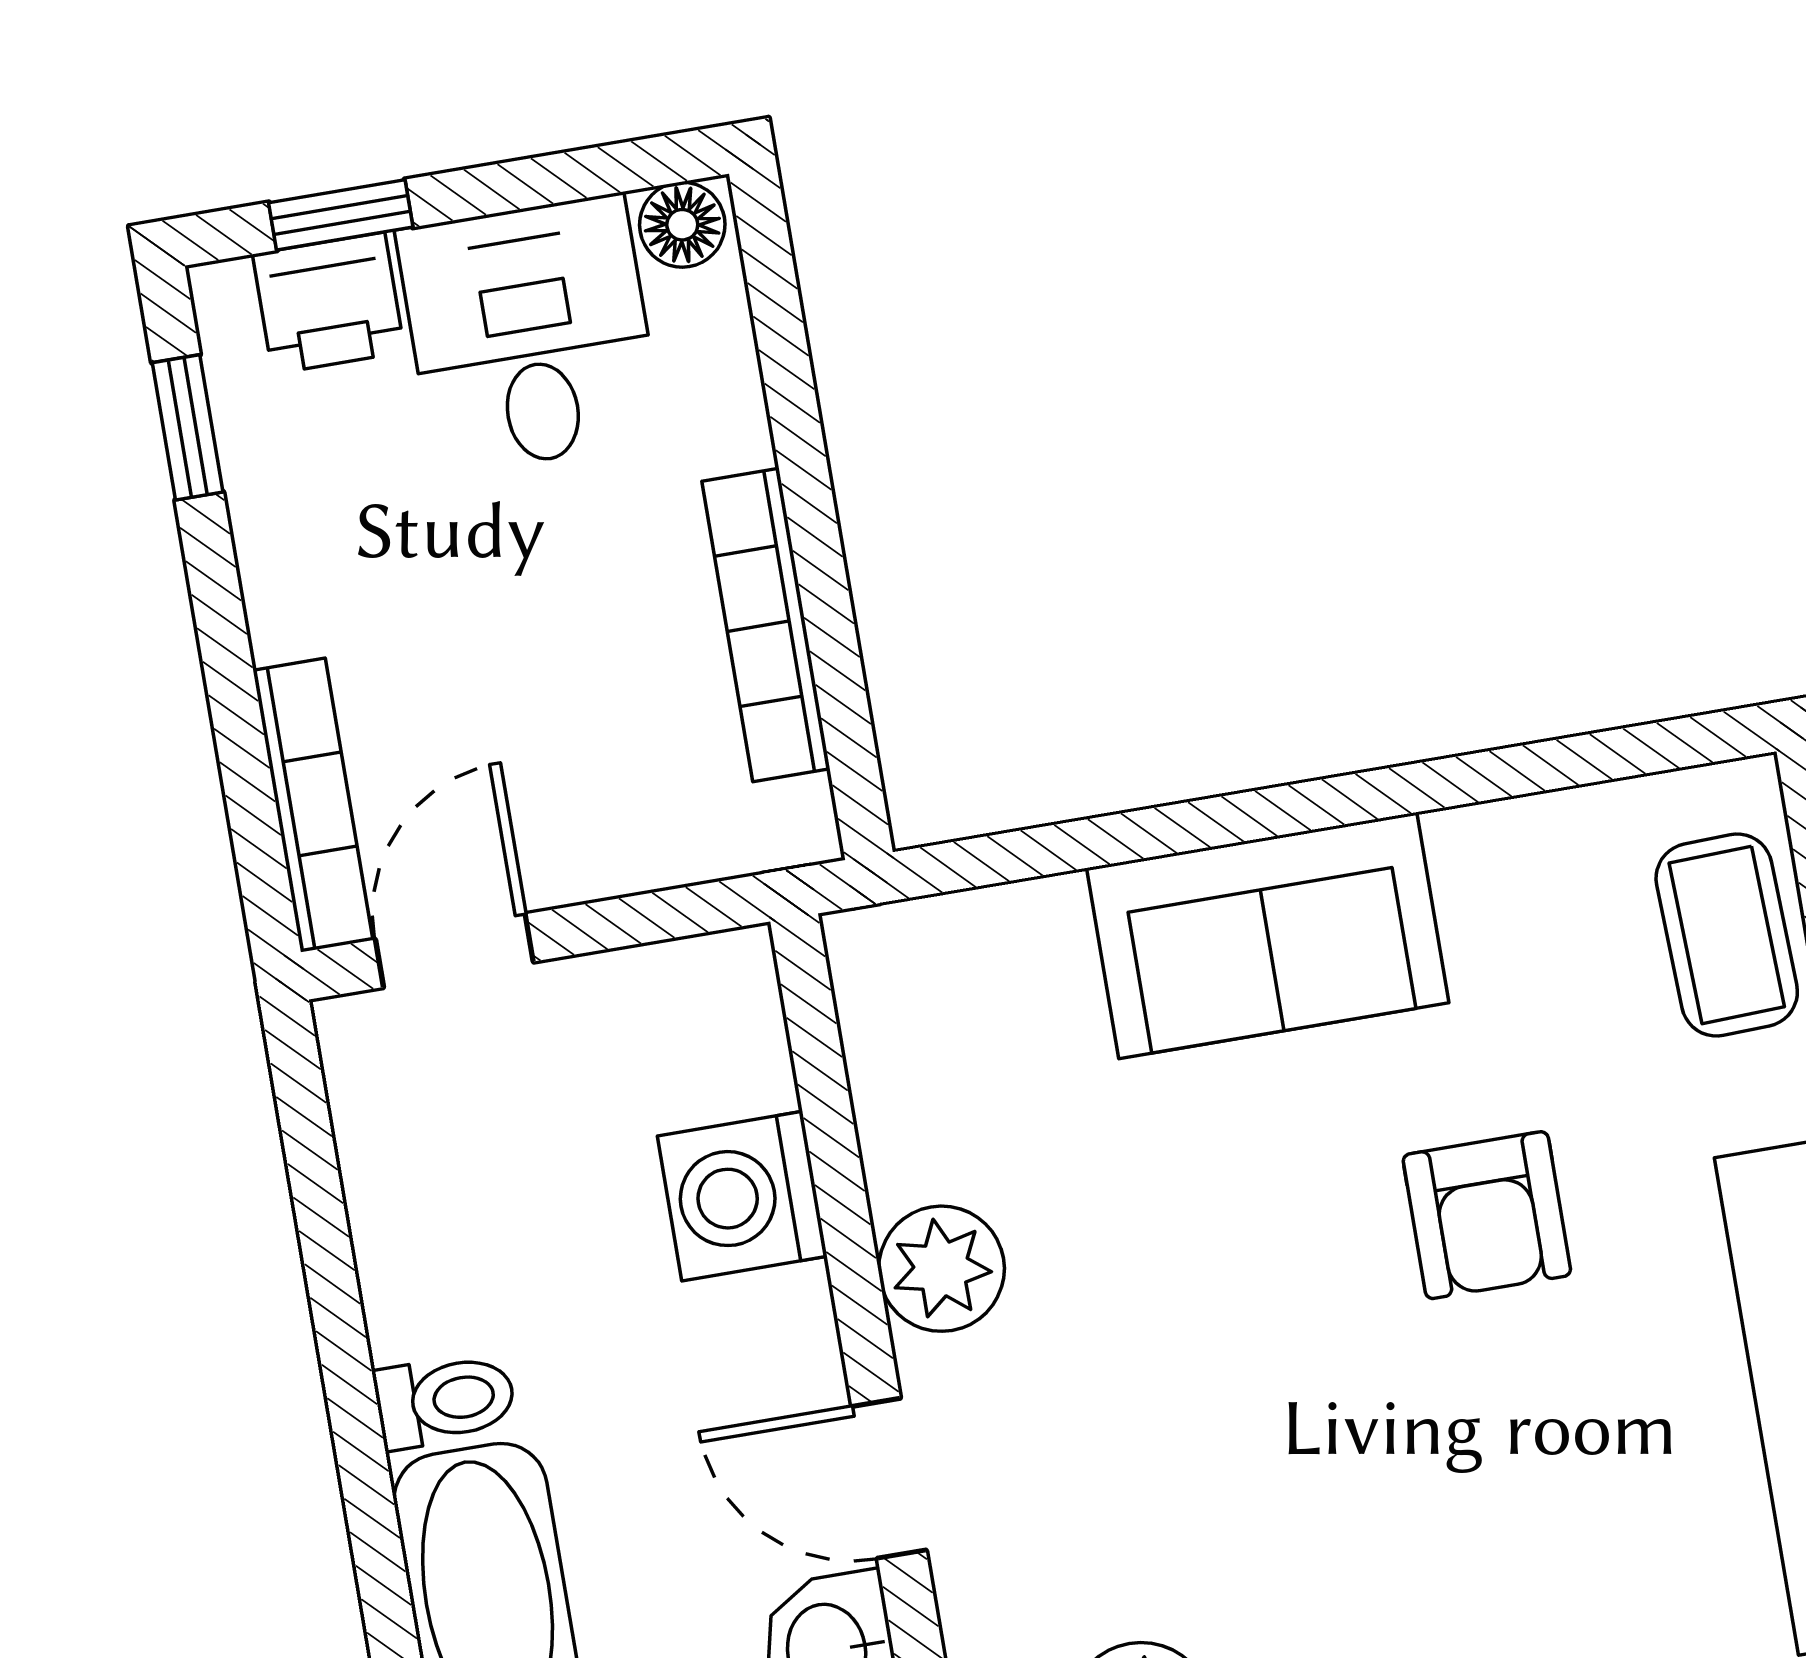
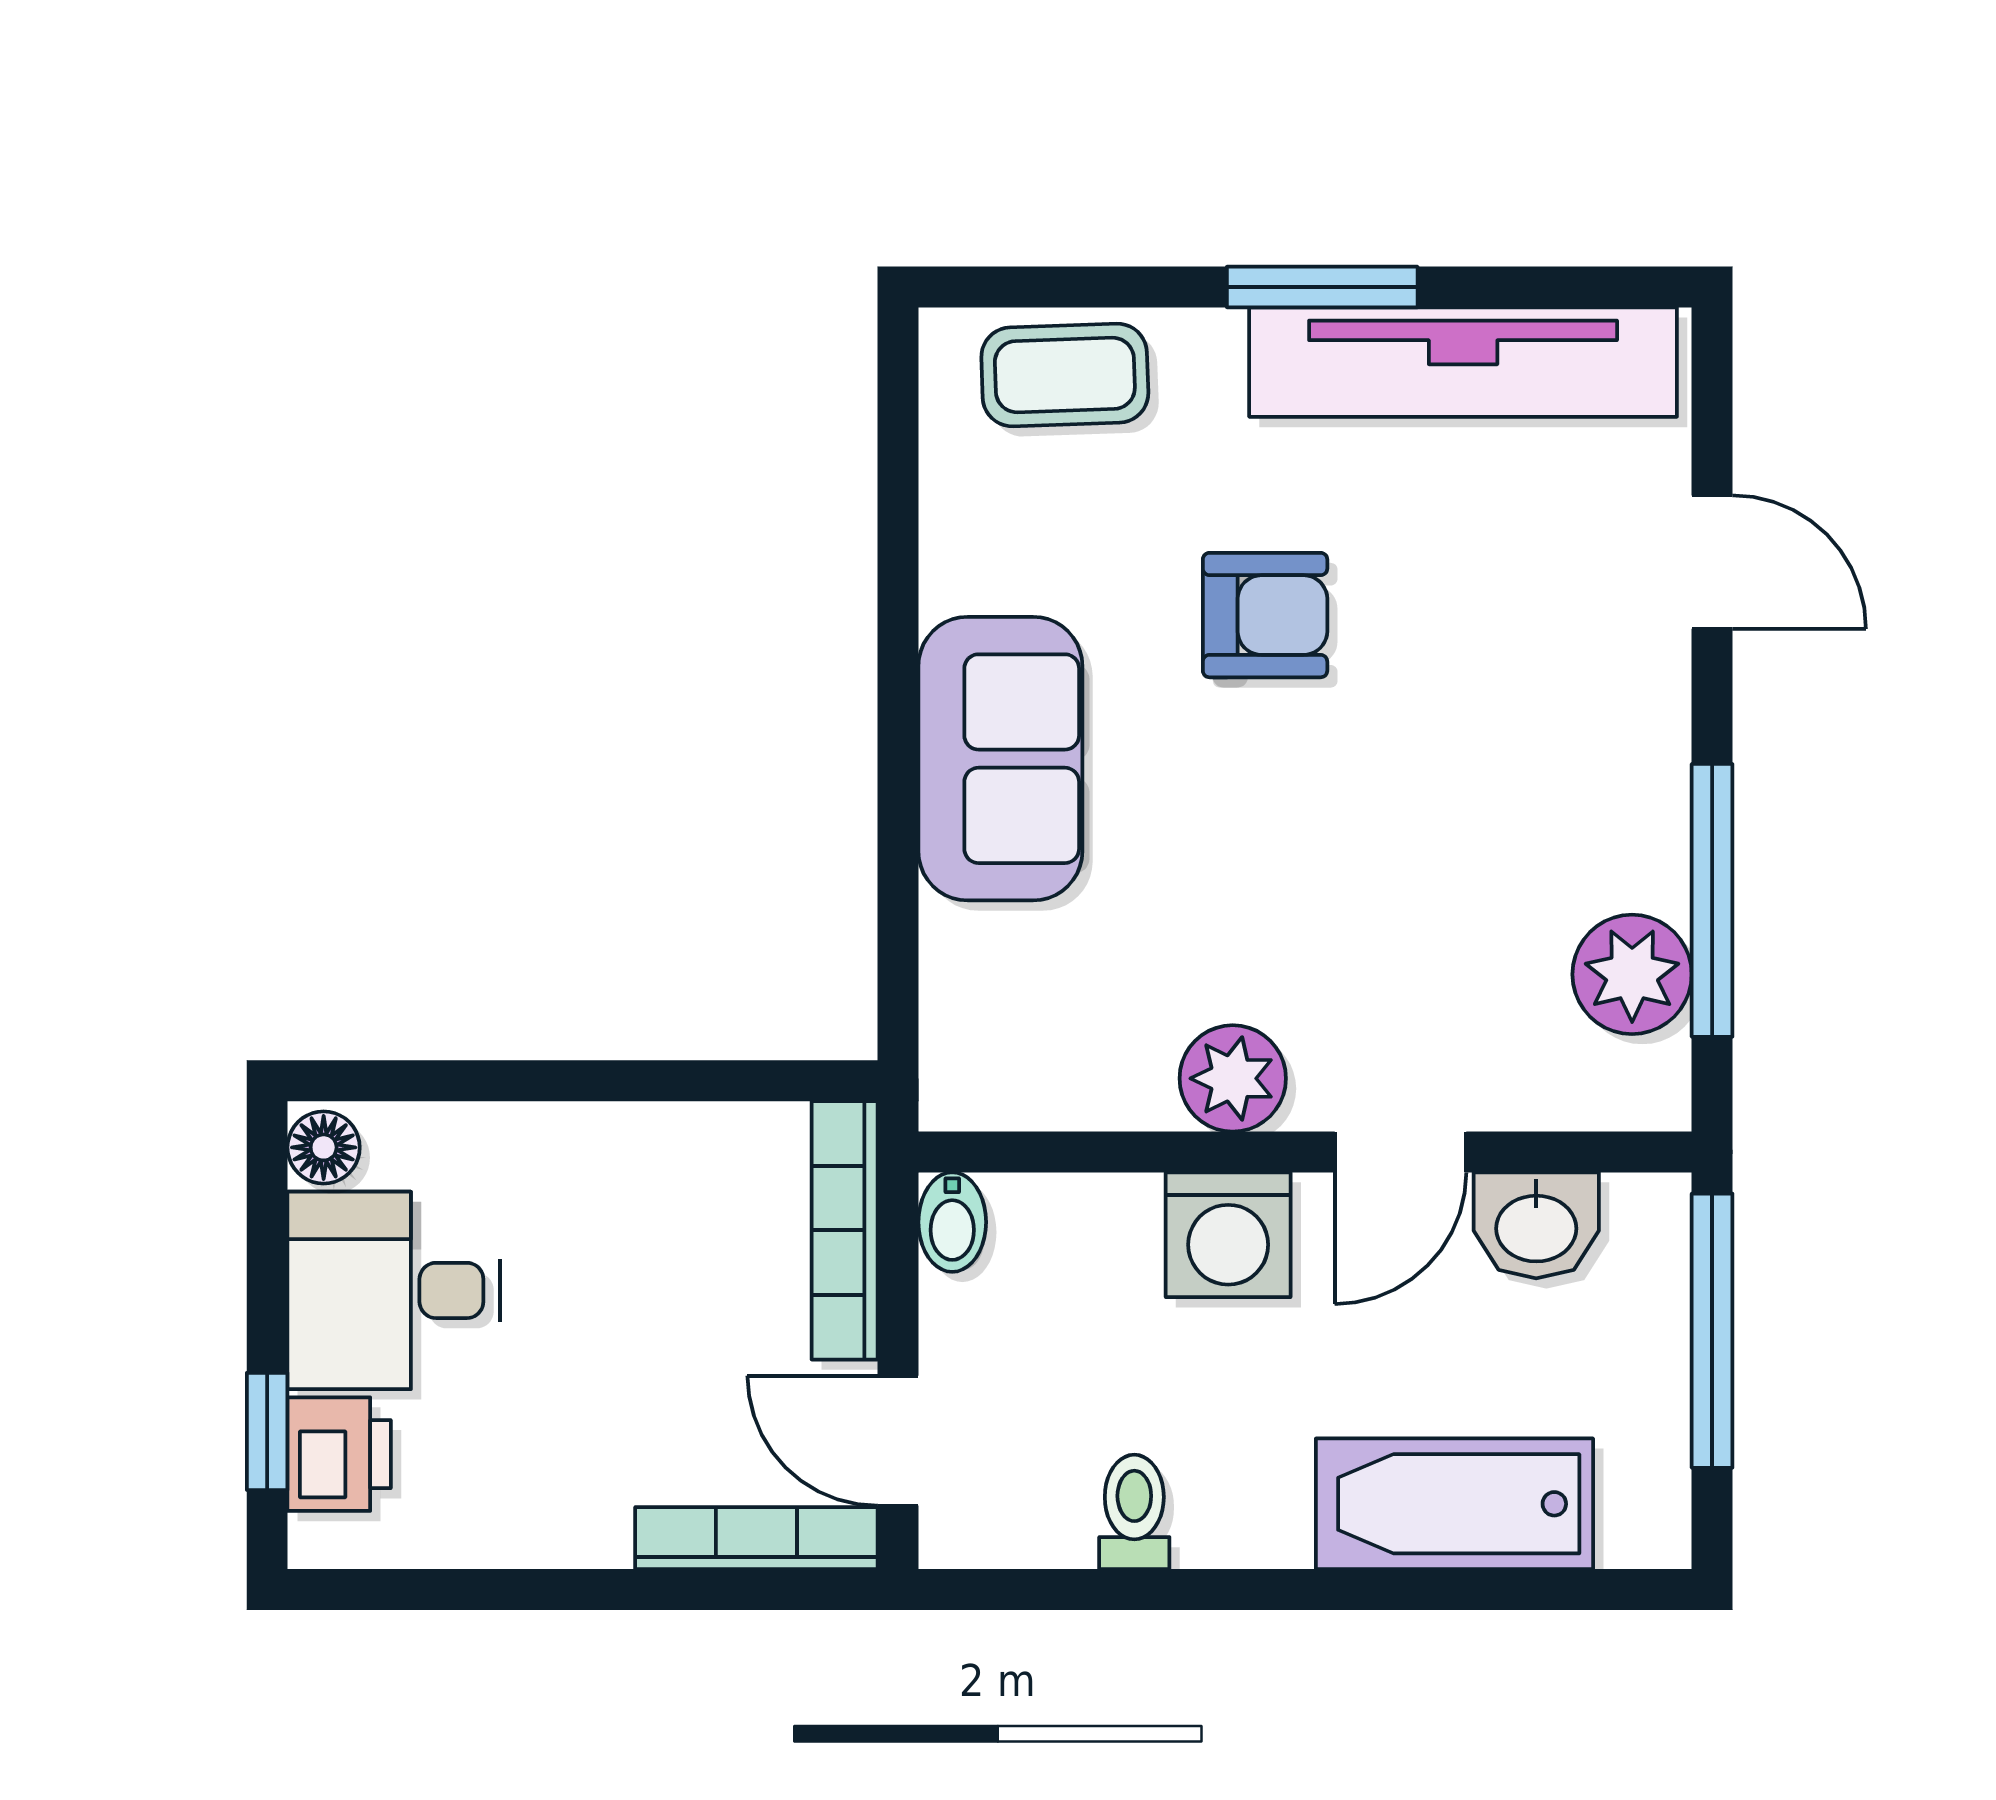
window: (188, 427) -> (423, 1590), removed
bookcase: (766, 625) -> (845, 1230), moved, turned 90
bidet: (719, 971) -> (952, 1222), added
washing machine: (742, 1196) -> (1228, 1235), moved
toilet: (445, 1400) -> (1134, 1512), moved

